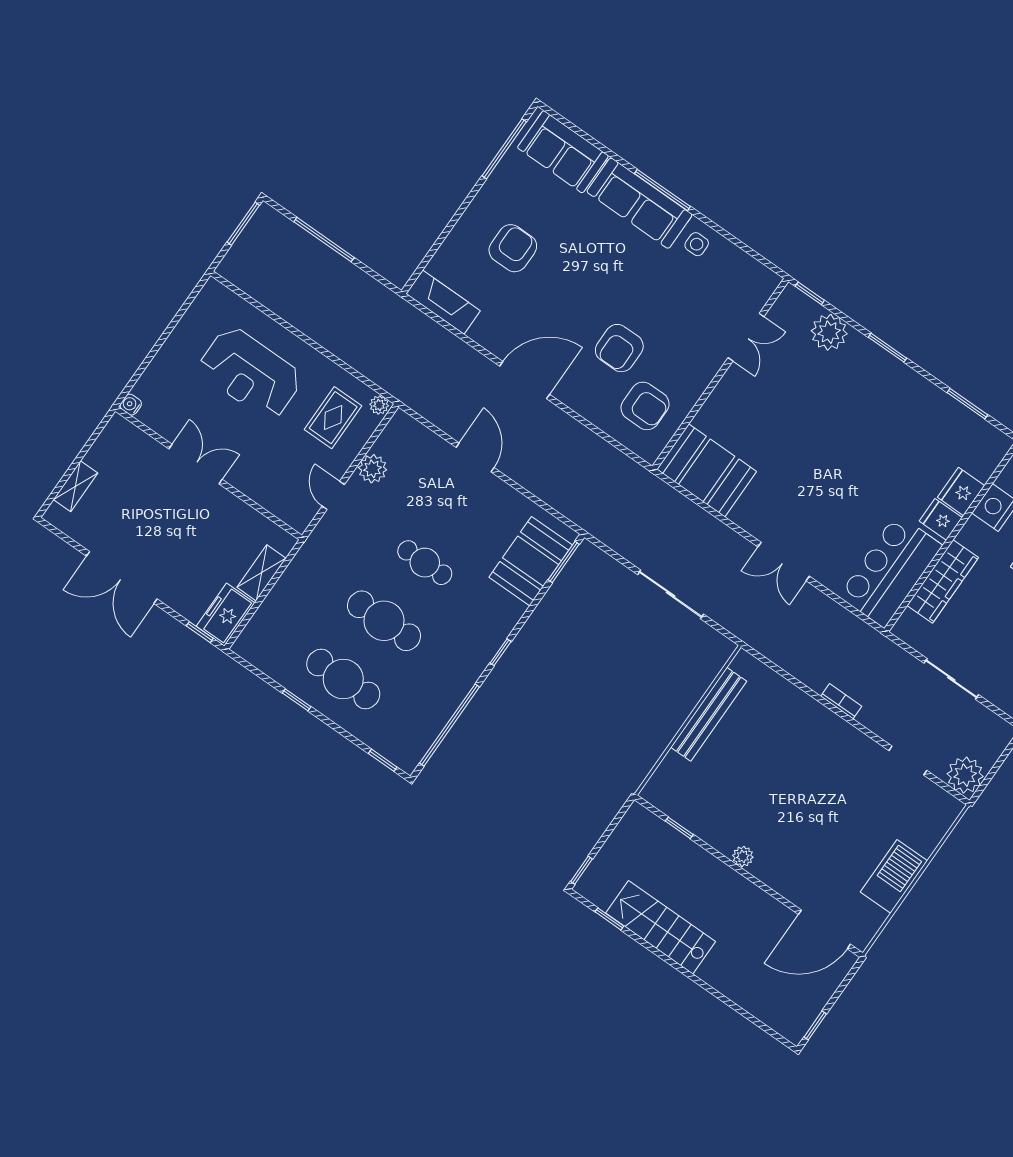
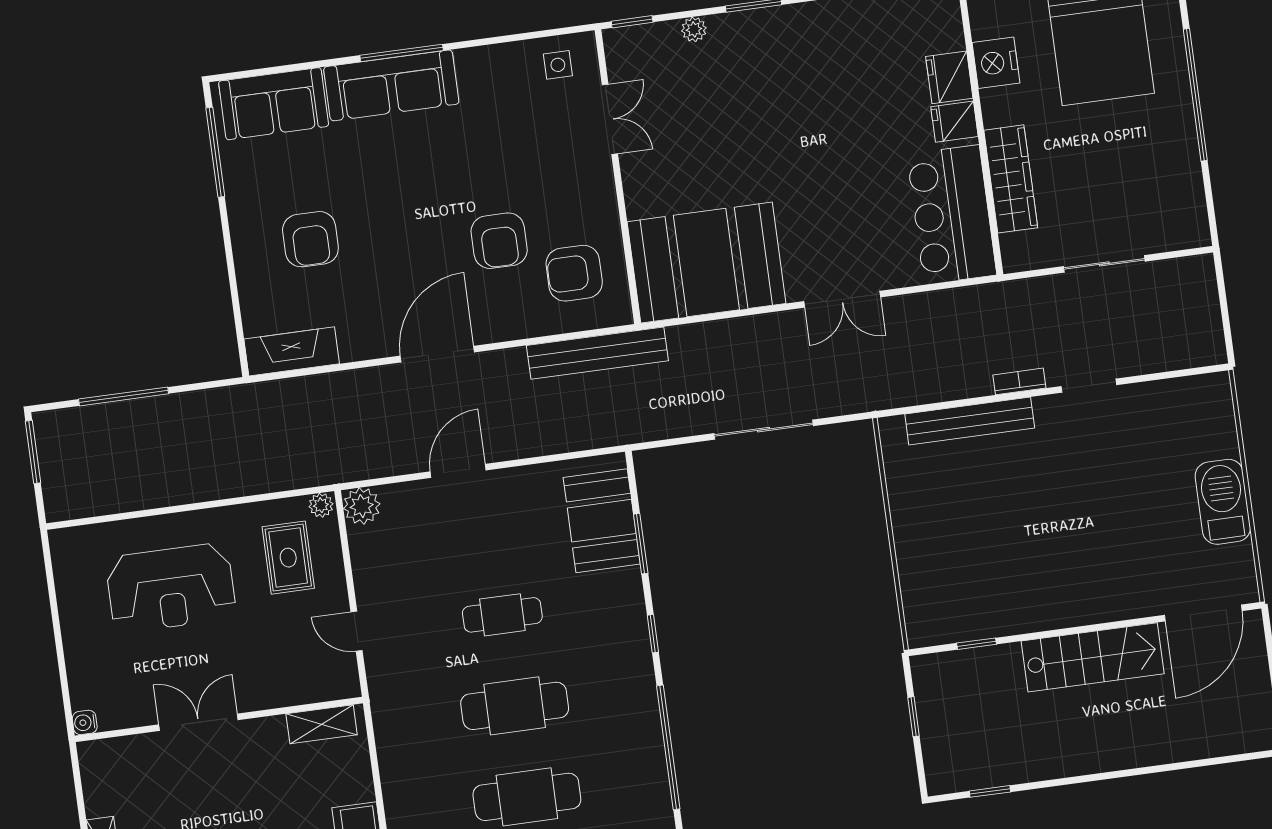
side table: (697, 244) -> (558, 65), moved
armchair: (513, 248) -> (310, 239), turned 180
plant: (829, 332) -> (694, 29), width x0.53, depth x0.53
armchair: (645, 406) -> (574, 273), turned 180
door: (475, 457) -> (458, 471), hinge flipped
bench: (616, 464) -> (597, 353), added
plant: (373, 469) -> (362, 506), moved
booth: (707, 470) -> (706, 263), width x1.36, depth x1.42
window: (564, 562) -> (641, 544), moved
shelving: (262, 573) -> (322, 724), moved, turned 90
bench: (709, 714) -> (970, 421), moved, turned 90
doorway: (908, 760) -> (1089, 386), moved
plant: (965, 775) -> (1202, 343), removed
plant: (743, 856) -> (1062, 615), removed
window: (581, 870) -> (914, 717), moved
stairs: (661, 927) -> (1093, 657), moved, turned 180

